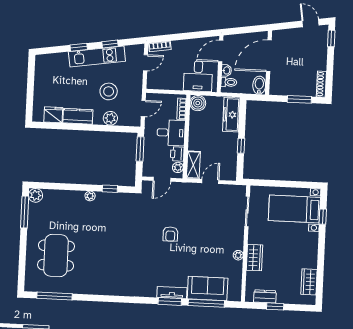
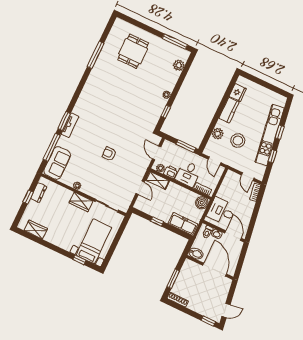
kitchen unit: (97, 57) -> (270, 135), width x1.36
plant: (36, 195) -> (179, 65), moved
armchair: (170, 234) -> (109, 154), moved
dining table: (56, 256) -> (133, 51), width x0.73
wardrobe: (254, 258) -> (81, 202), moved
sofa: (208, 289) -> (57, 163), moved
window: (54, 296) -> (96, 55), moved

